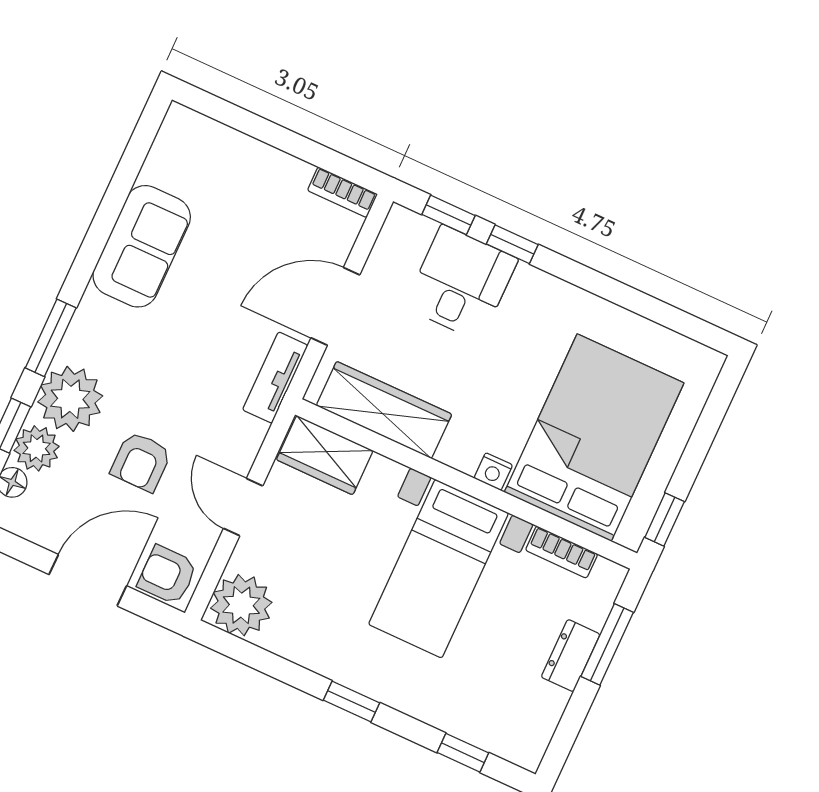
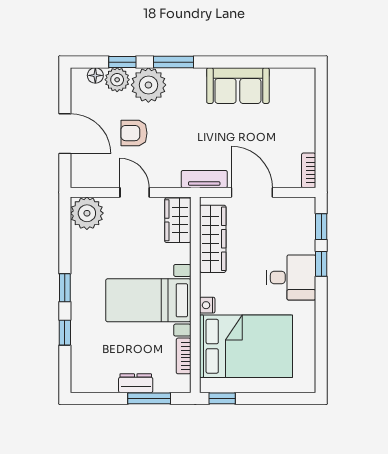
desk: (461, 283) -> (291, 277), moved
door: (243, 507) -> (135, 192), hinge flipped
armchair: (167, 575) -> (85, 171), removed
window: (463, 753) -> (65, 333), moved

